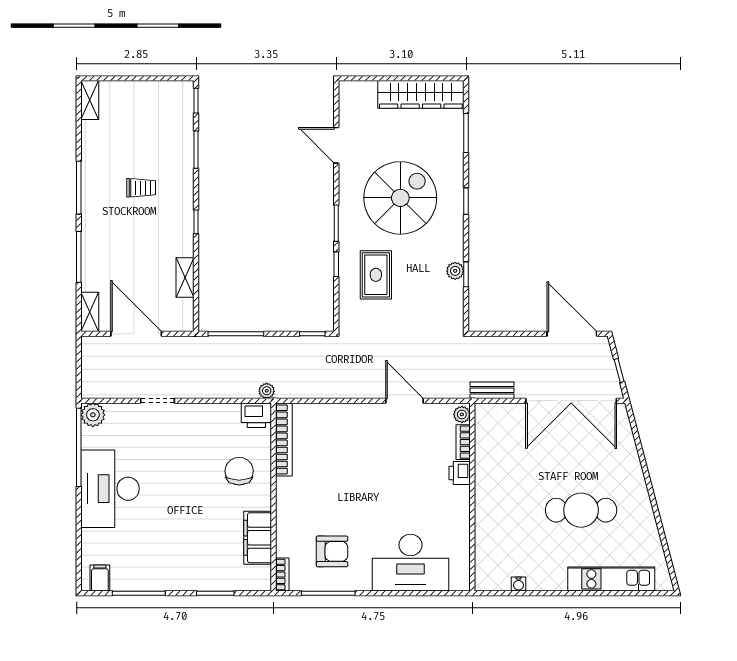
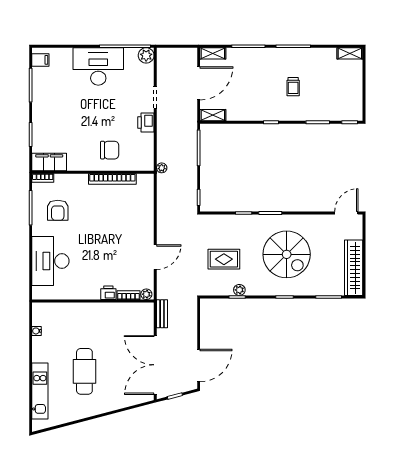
door: (336, 145) -> (346, 213), moved
rug: (376, 275) -> (224, 259), moved
shelving: (185, 277) -> (213, 115), moved
printer: (256, 415) -> (146, 122), moved
bookcase: (284, 439) -> (112, 179), moved
filing cabinet: (258, 538) -> (49, 162), moved

